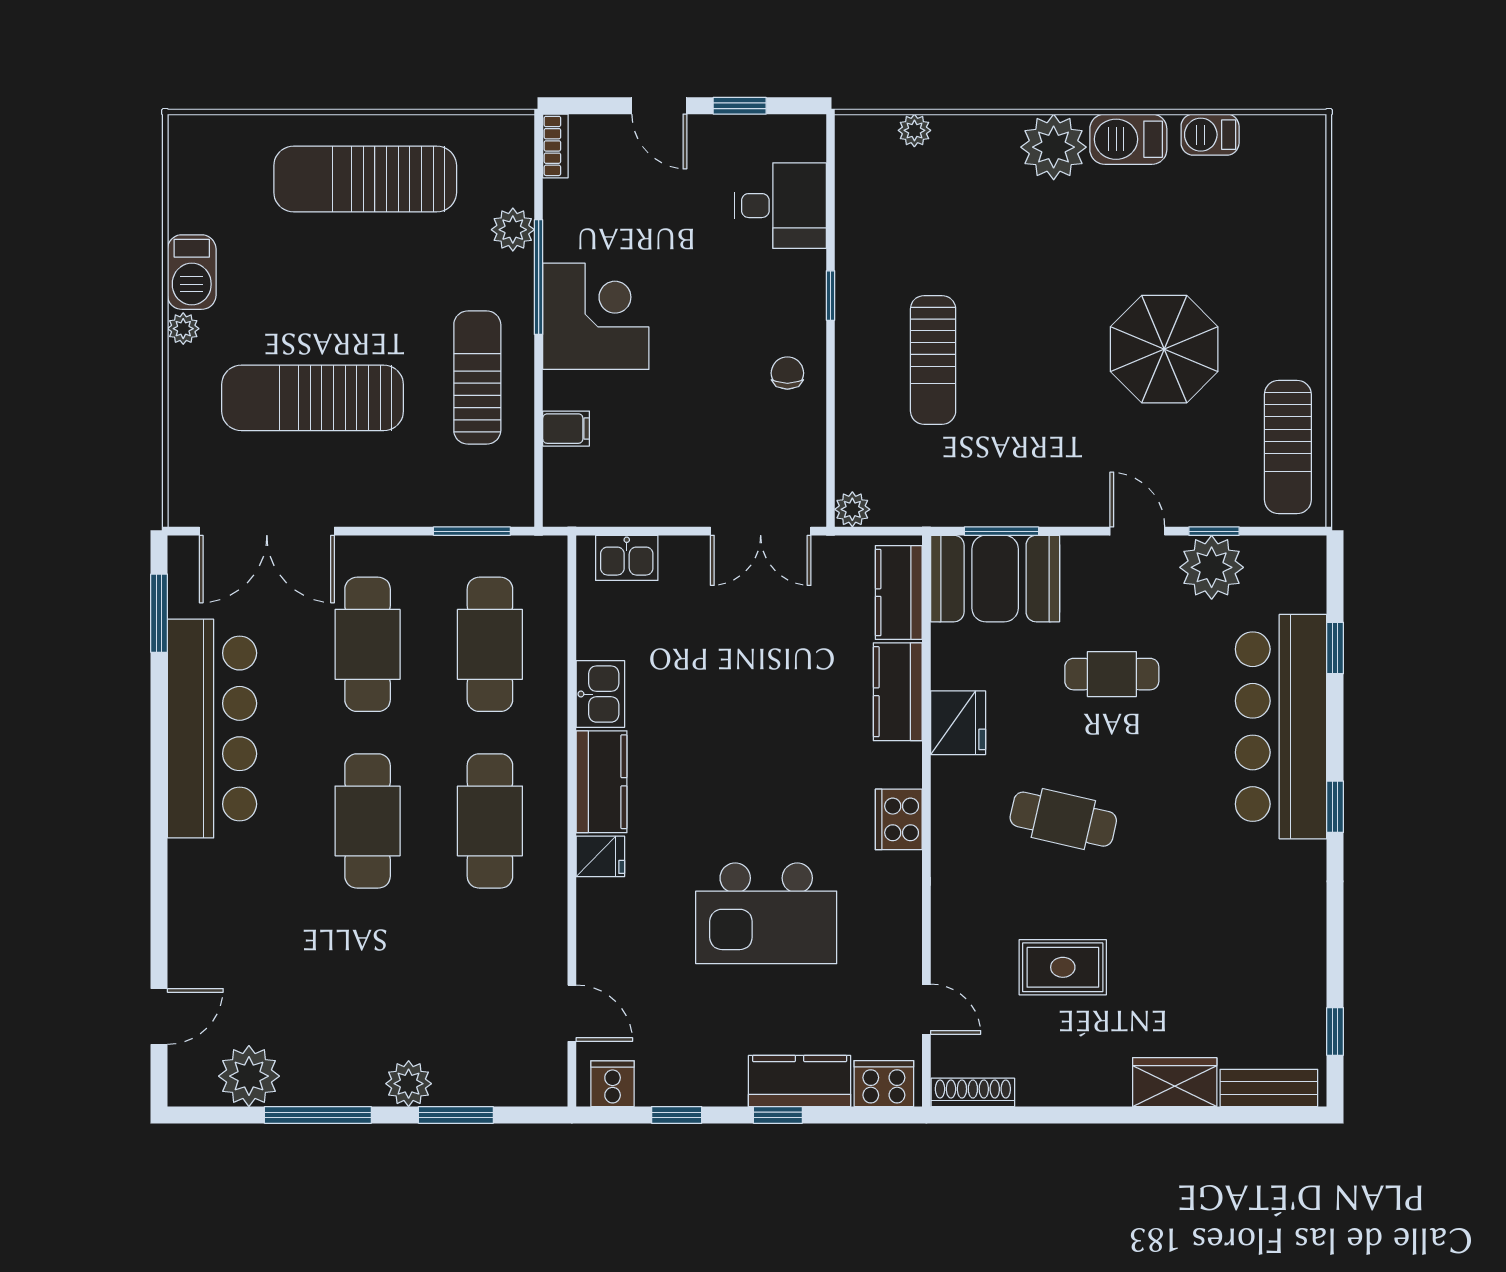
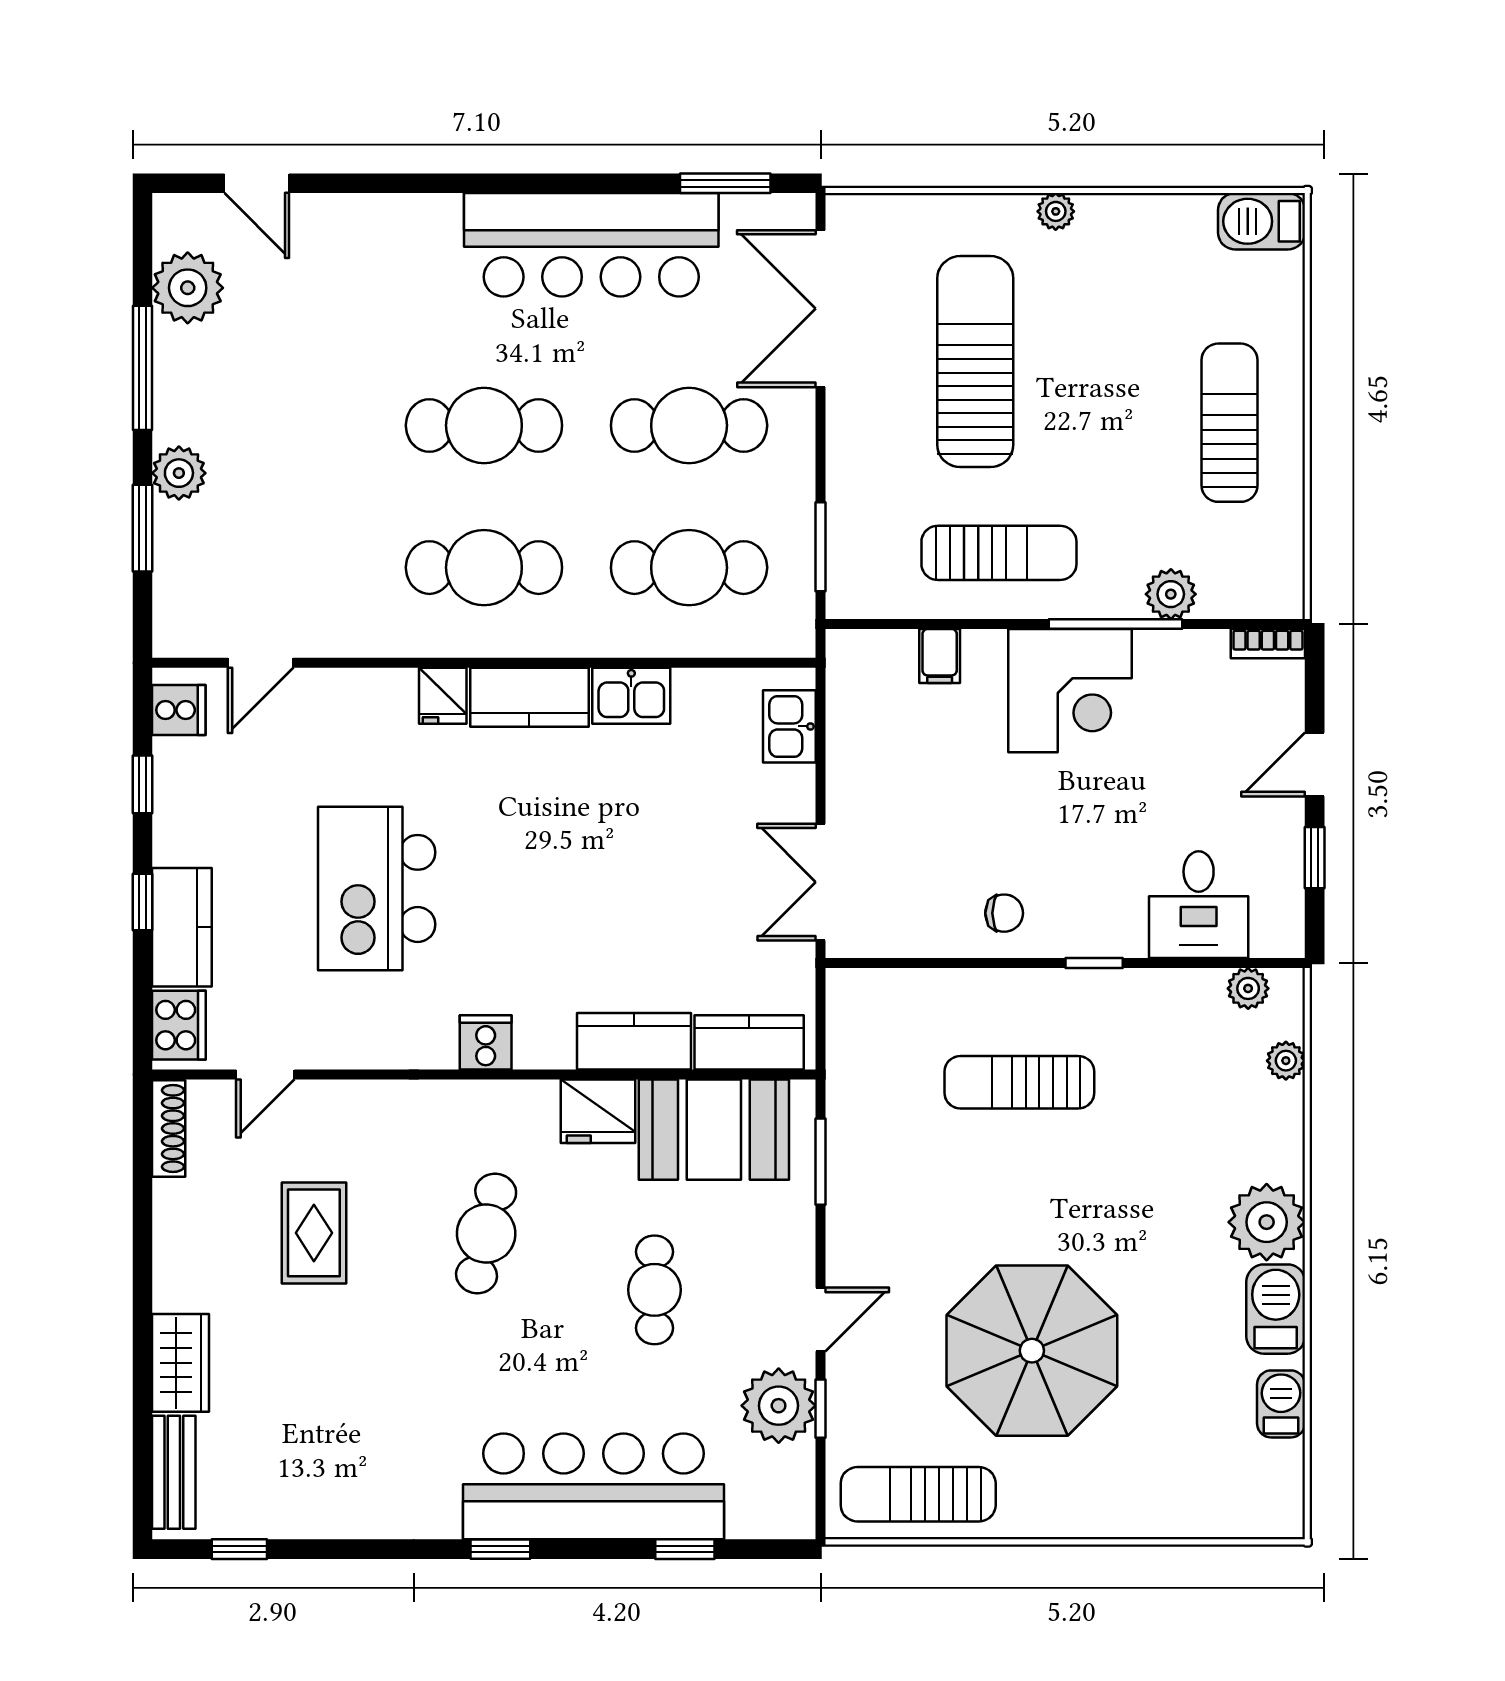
sun lounger: (365, 179) -> (1230, 423), width x0.73, depth x0.75
barbecue: (192, 272) -> (1262, 221), moved
parasol: (1164, 349) -> (1032, 1351), width x1.36, depth x1.36
plant: (852, 509) -> (1248, 988), moved
booth: (995, 579) -> (714, 1130), moved, turned 90
cooker: (899, 819) -> (486, 1042), width x0.73

